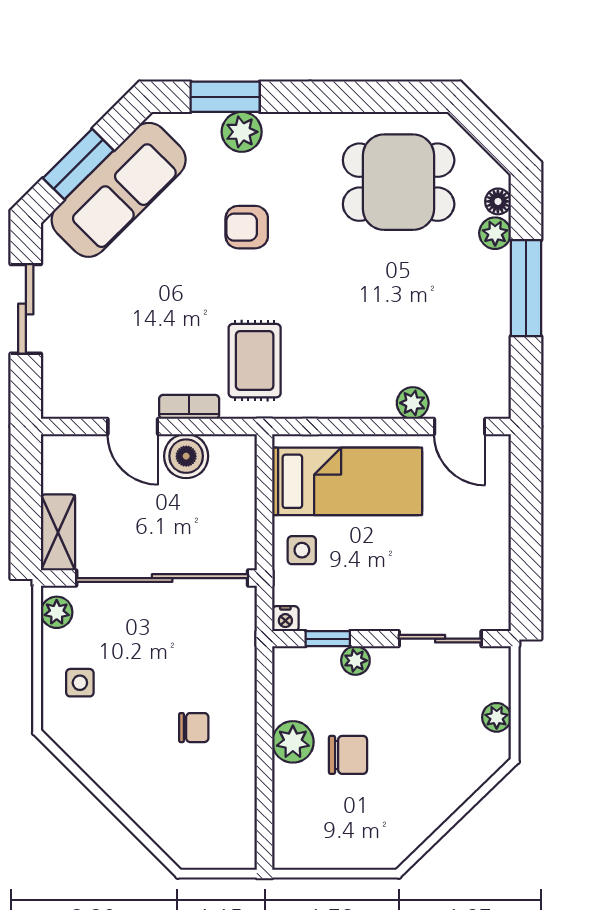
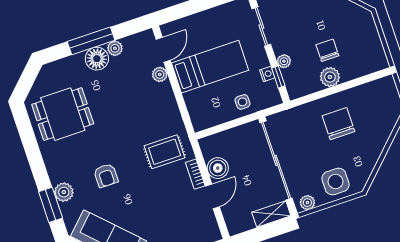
dining table: (399, 182) -> (63, 114), turned 90
floor lamp: (498, 201) -> (97, 59), moved, width x1.89, depth x1.89
plant: (495, 233) -> (115, 48), moved
bed: (347, 481) -> (210, 67), moved, turned 90
nightstand: (285, 619) -> (267, 74), moved
side table: (80, 683) -> (336, 182), width x1.87, depth x1.87
chair: (194, 728) -> (338, 124), width x1.87, depth x1.87

